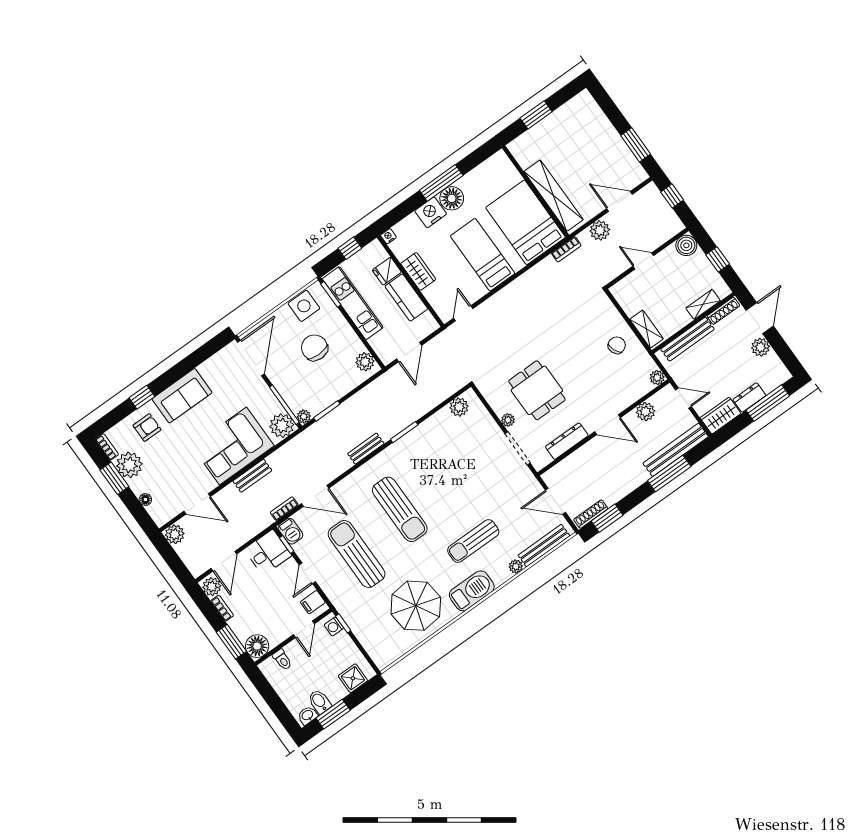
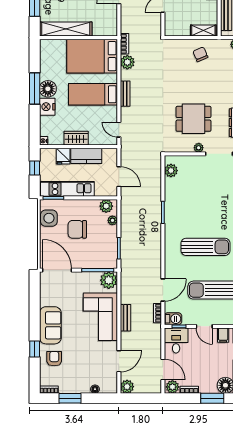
shelving: (554, 196) -> (66, 29), moved
plant: (600, 230) -> (127, 62), moved
plant: (304, 417) -> (112, 220), moved
bench: (366, 449) -> (125, 94), moved
plant: (129, 465) -> (68, 384), removed

